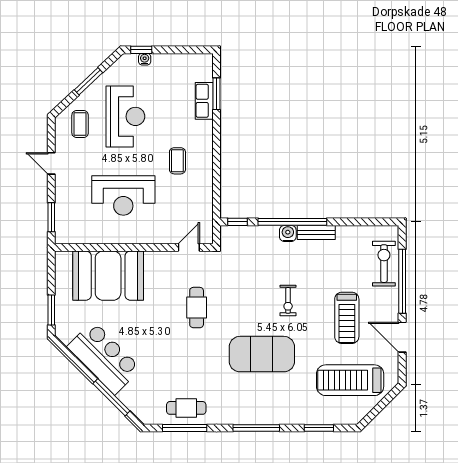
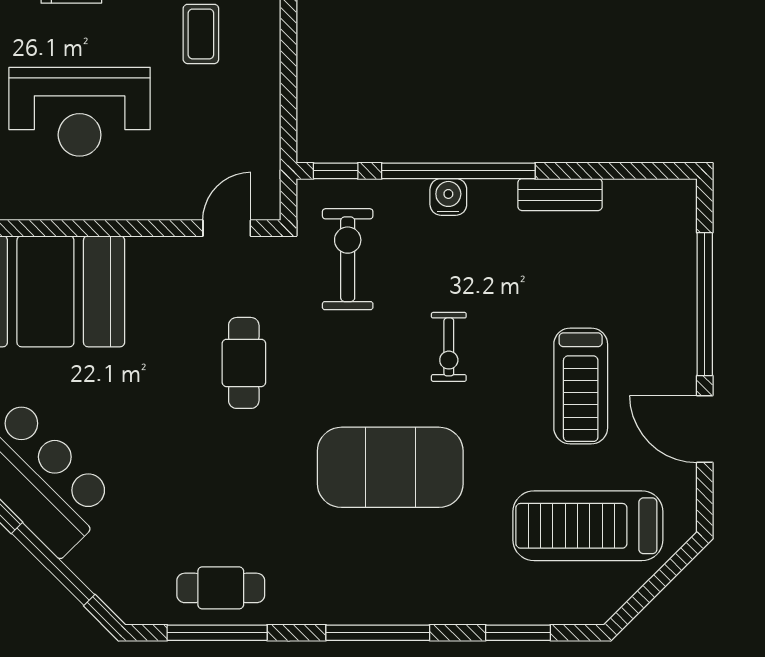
bench: (316, 232) -> (560, 195), moved
exercise bike: (384, 264) -> (348, 259), moved

